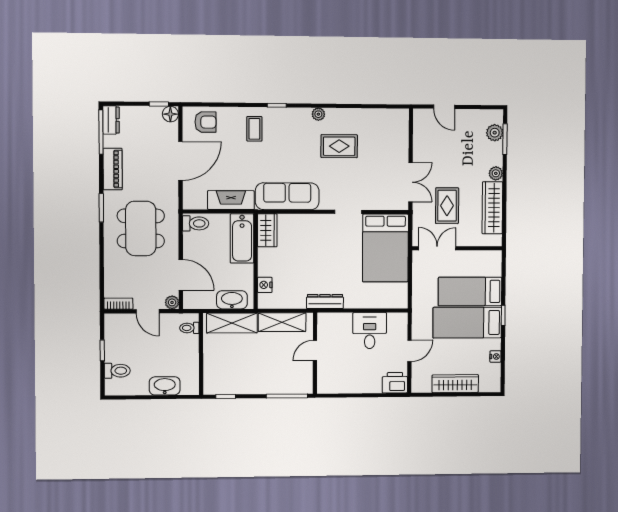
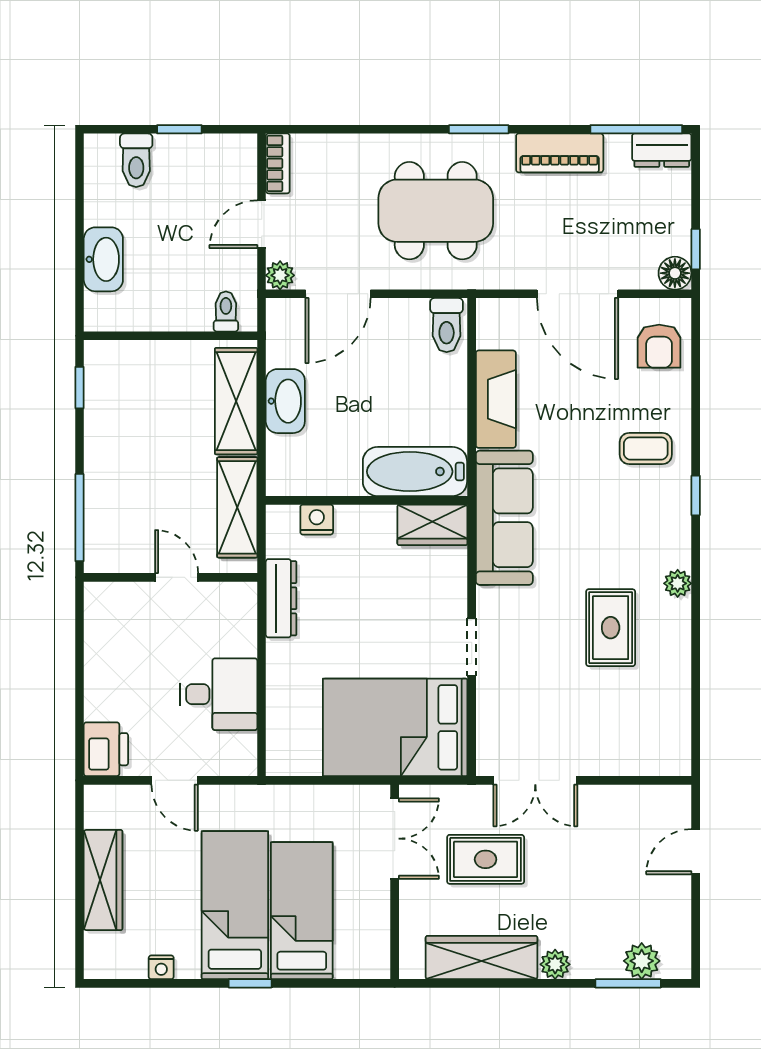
wardrobe: (267, 230) -> (432, 525), moved
bathtub: (242, 238) -> (415, 472), moved
wall: (256, 261) -> (367, 500), moved
nightstand: (265, 285) -> (317, 520), moved

